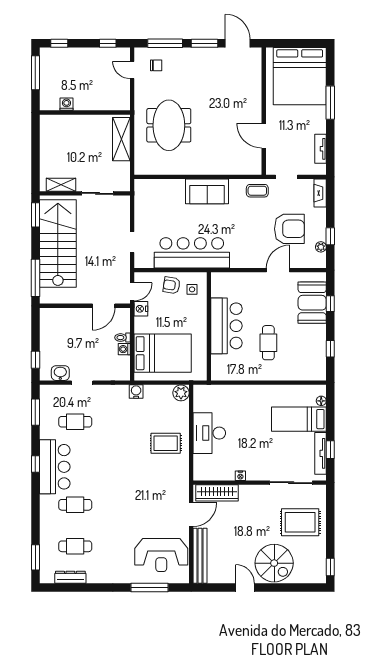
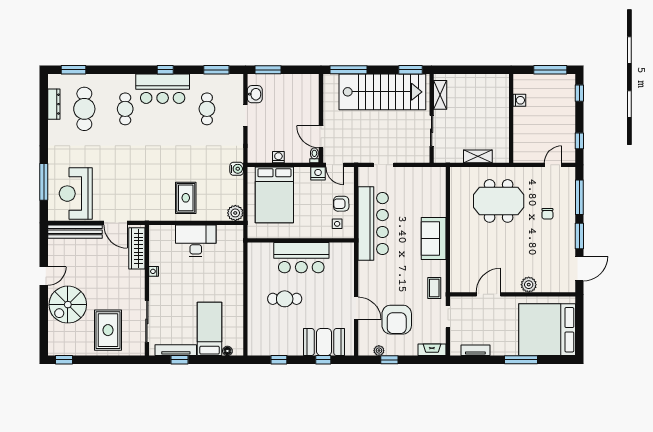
chair: (156, 65) -> (547, 214), moved
plant: (254, 95) -> (529, 285), added
shelving: (121, 139) -> (478, 156), width x0.67, depth x0.75
armchair: (172, 285) -> (341, 204), turned -100
toilet: (122, 338) -> (314, 155), moved
window: (35, 360) -> (268, 70), width x1.50
cafe table: (75, 546) -> (84, 109), width x1.37, depth x1.35

